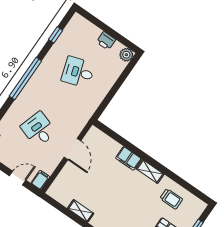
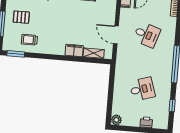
printer: (106, 41) -> (146, 122), moved
shelving: (150, 171) -> (94, 53), moved
window: (195, 192) -> (16, 54), added

